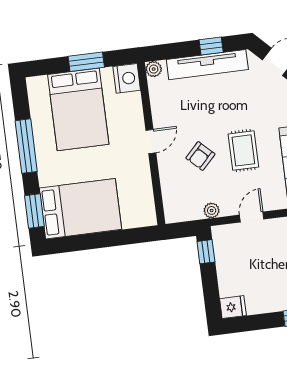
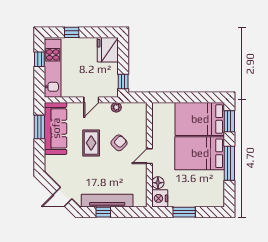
plant: (154, 69) -> (142, 202), removed
floor lamp: (133, 102) -> (158, 183), added
bed: (78, 109) -> (200, 153), moved, turned -90
fridge: (233, 307) -> (108, 50), width x1.88, depth x1.34

